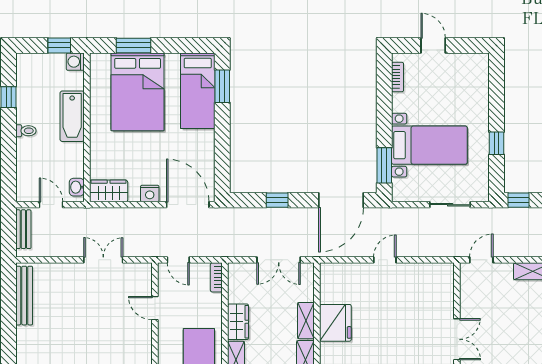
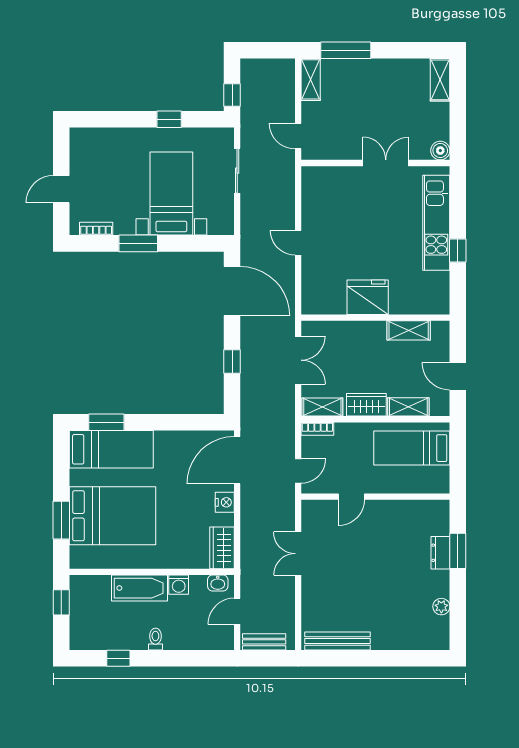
washing machine: (75, 62) -> (179, 585), moved
window: (384, 165) -> (138, 243), moved
shelving: (306, 321) -> (322, 407), moved

